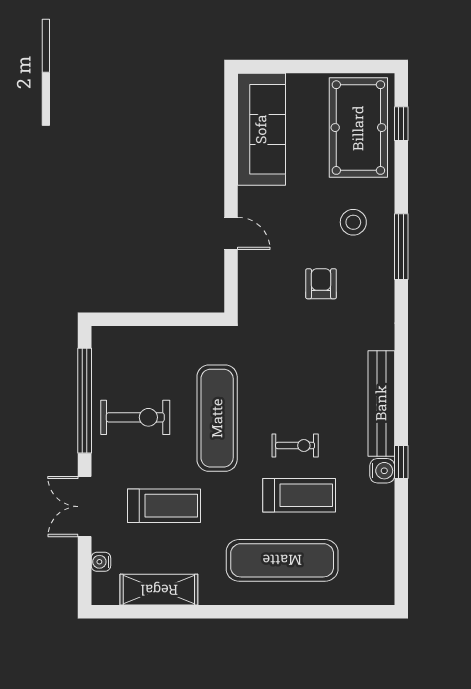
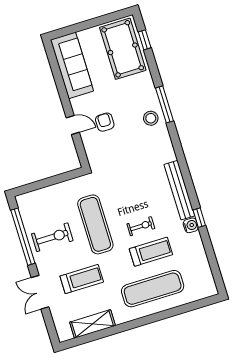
stool: (353, 222) -> (151, 118), moved
armchair: (321, 284) -> (105, 122), moved
water cooler: (101, 562) -> (58, 319), removed

